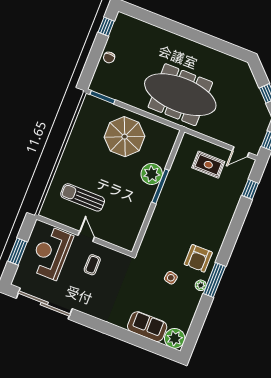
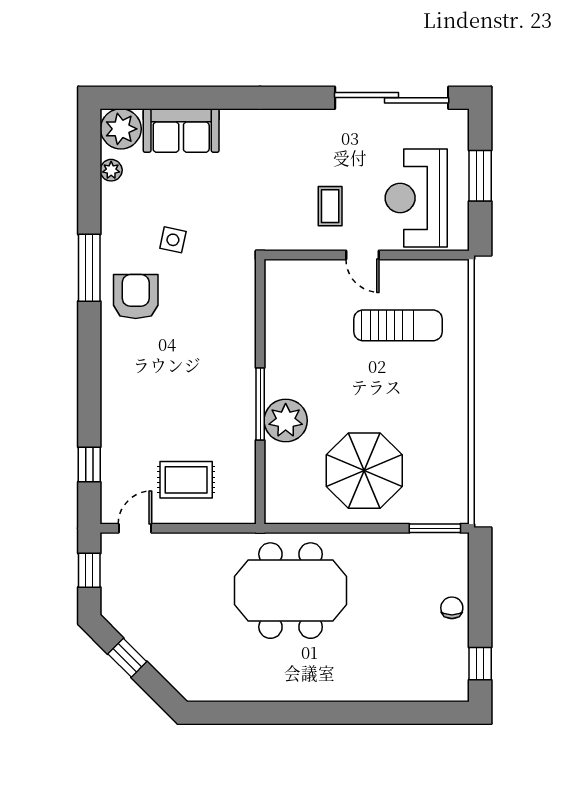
meeting table: (180, 95) -> (291, 591), width x0.73
reception desk: (51, 253) -> (416, 198), turned 180
plant: (201, 285) -> (111, 170), moved

